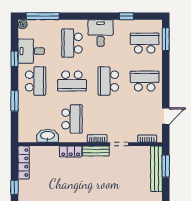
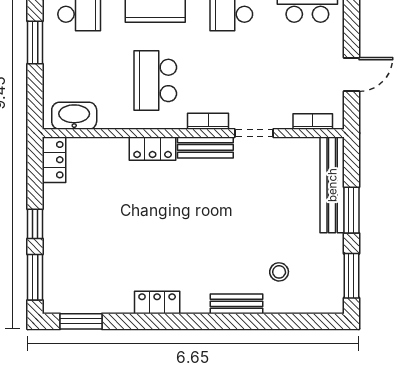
school desk: (72, 119) -> (155, 80), turned 180
washbasin: (48, 136) -> (74, 116), moved
locker: (24, 163) -> (54, 160), width x0.66
window: (166, 166) -> (351, 210), moved

